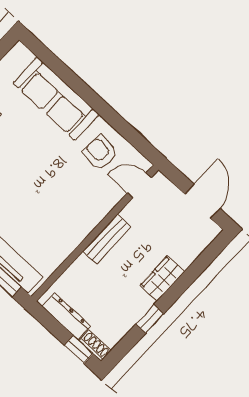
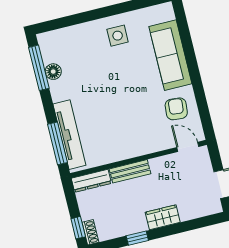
bench: (107, 239) -> (130, 171), moved
dresser: (66, 316) -> (91, 181), moved, turned 90

